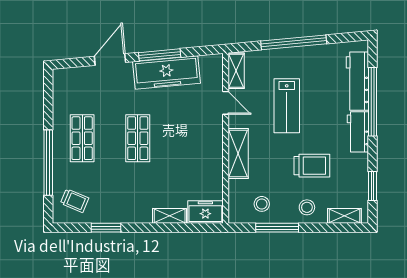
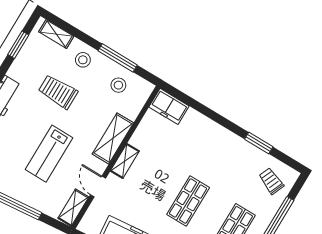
lab bench: (287, 106) -> (49, 154), turned 180
shelving: (170, 216) -> (125, 161), moved, turned 90

